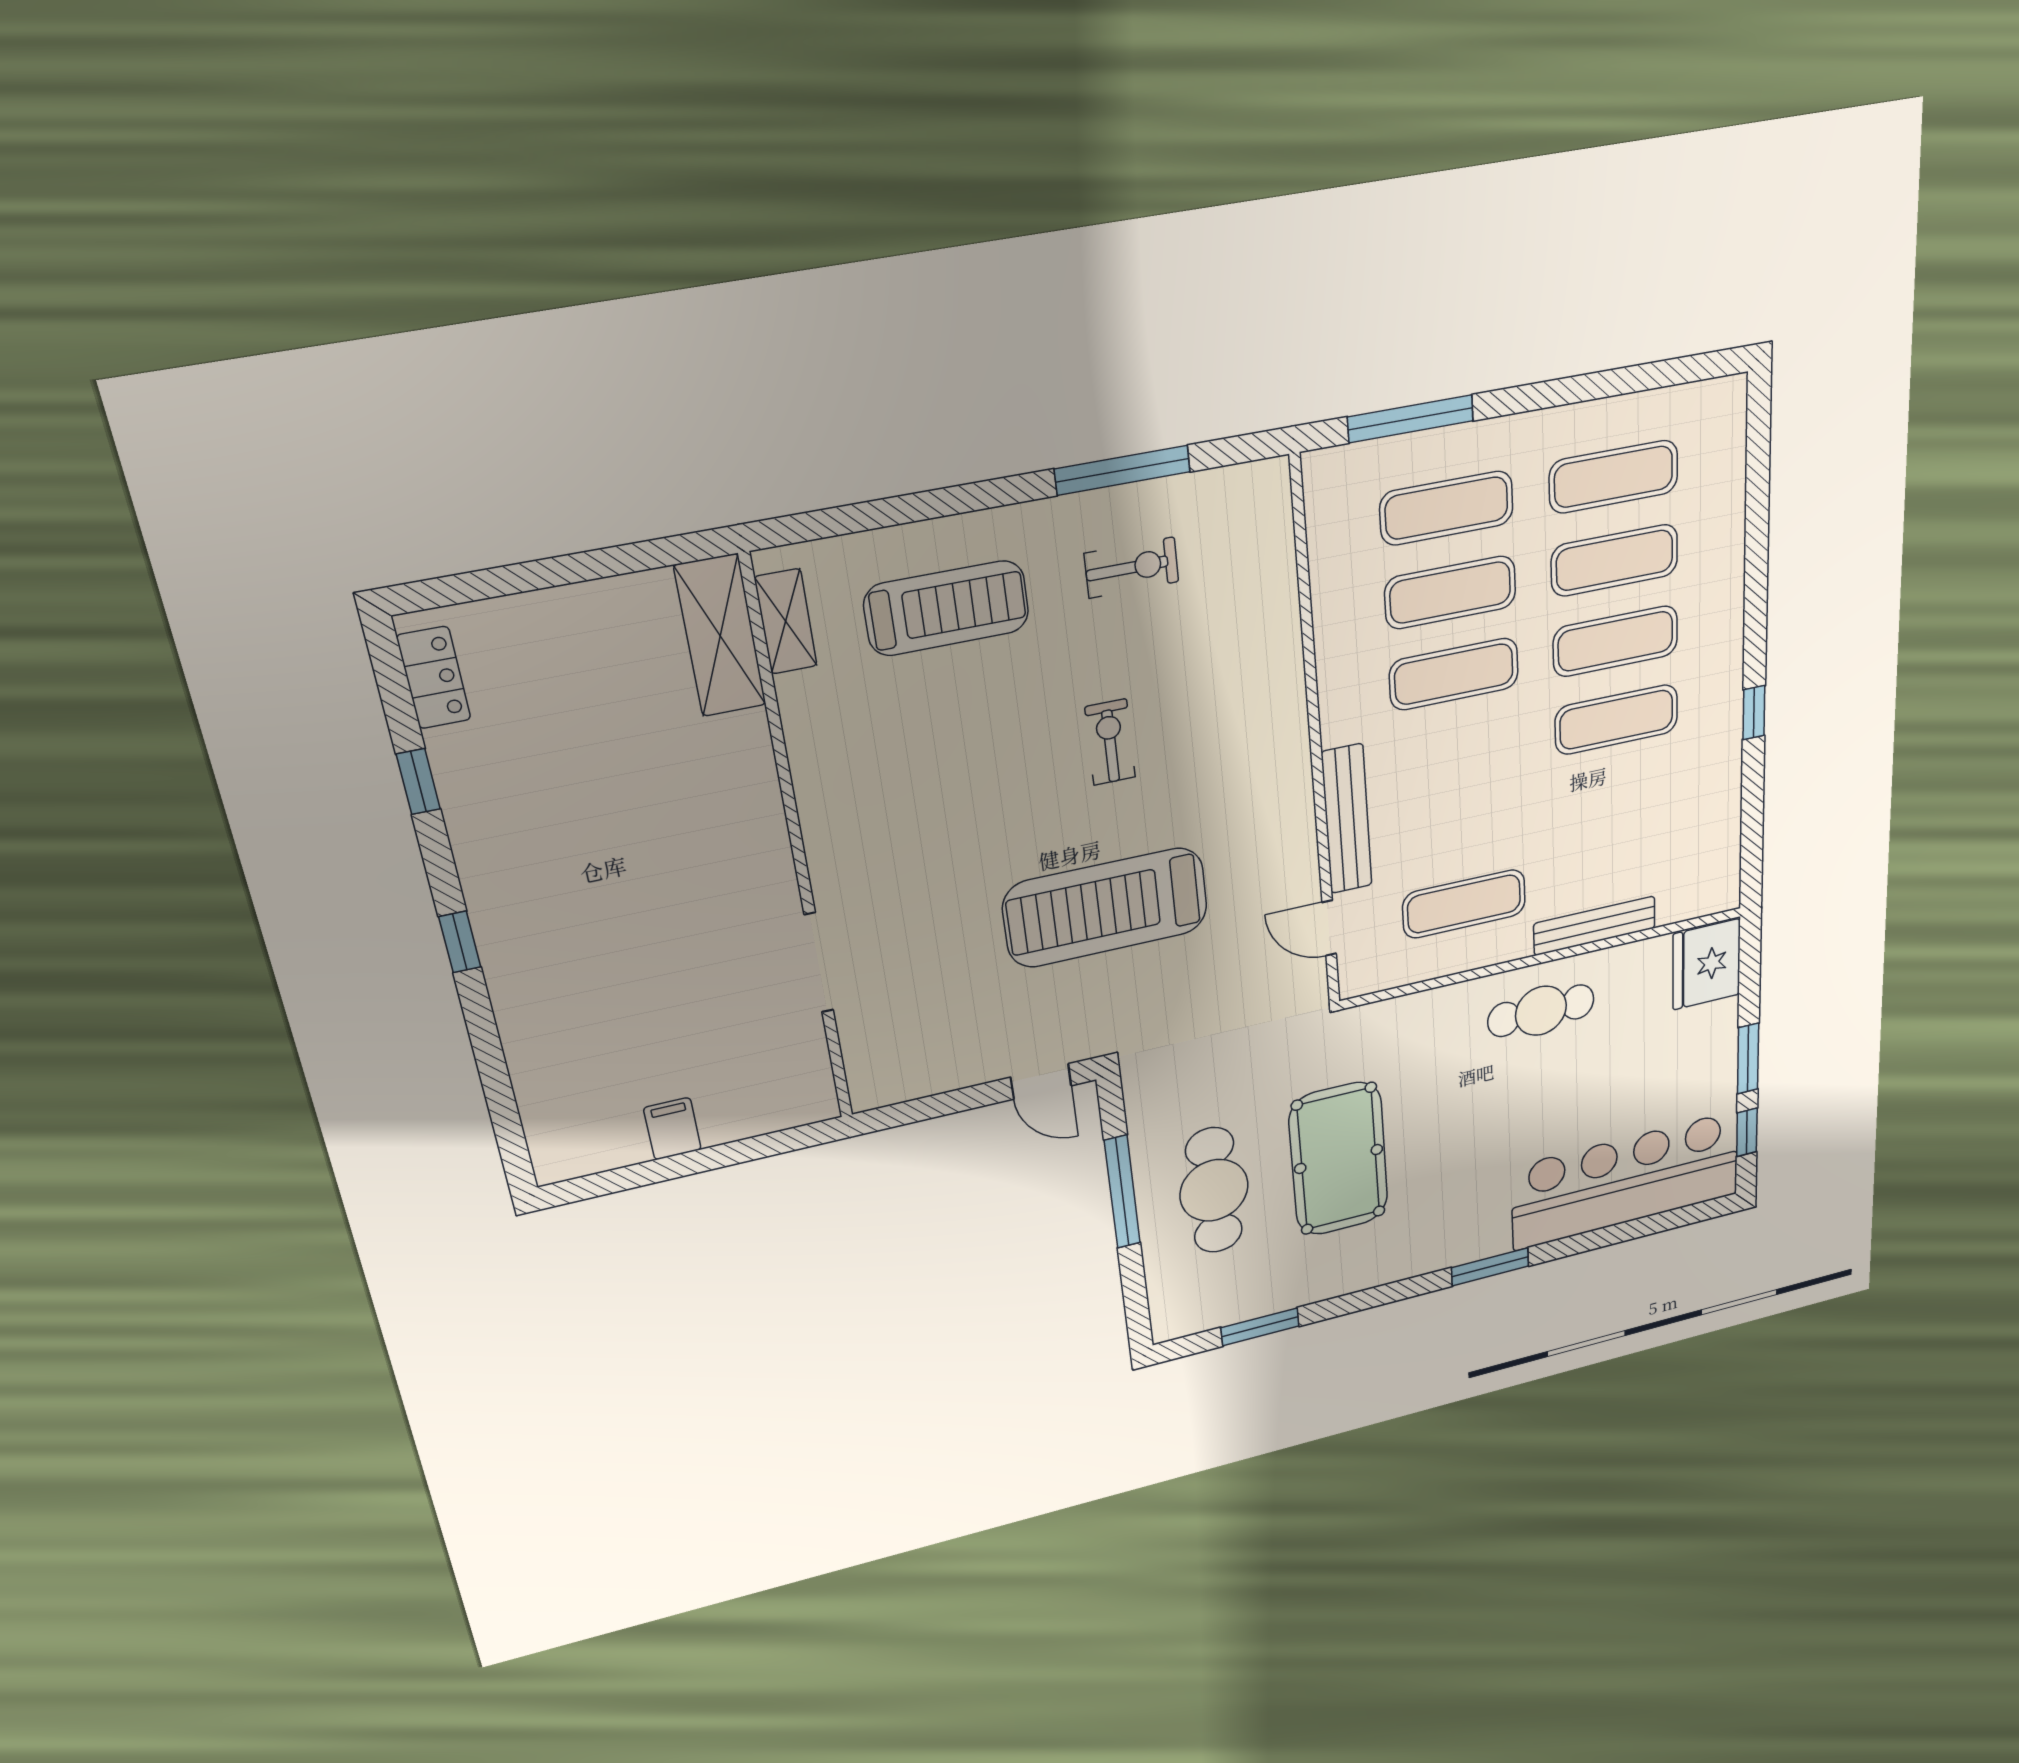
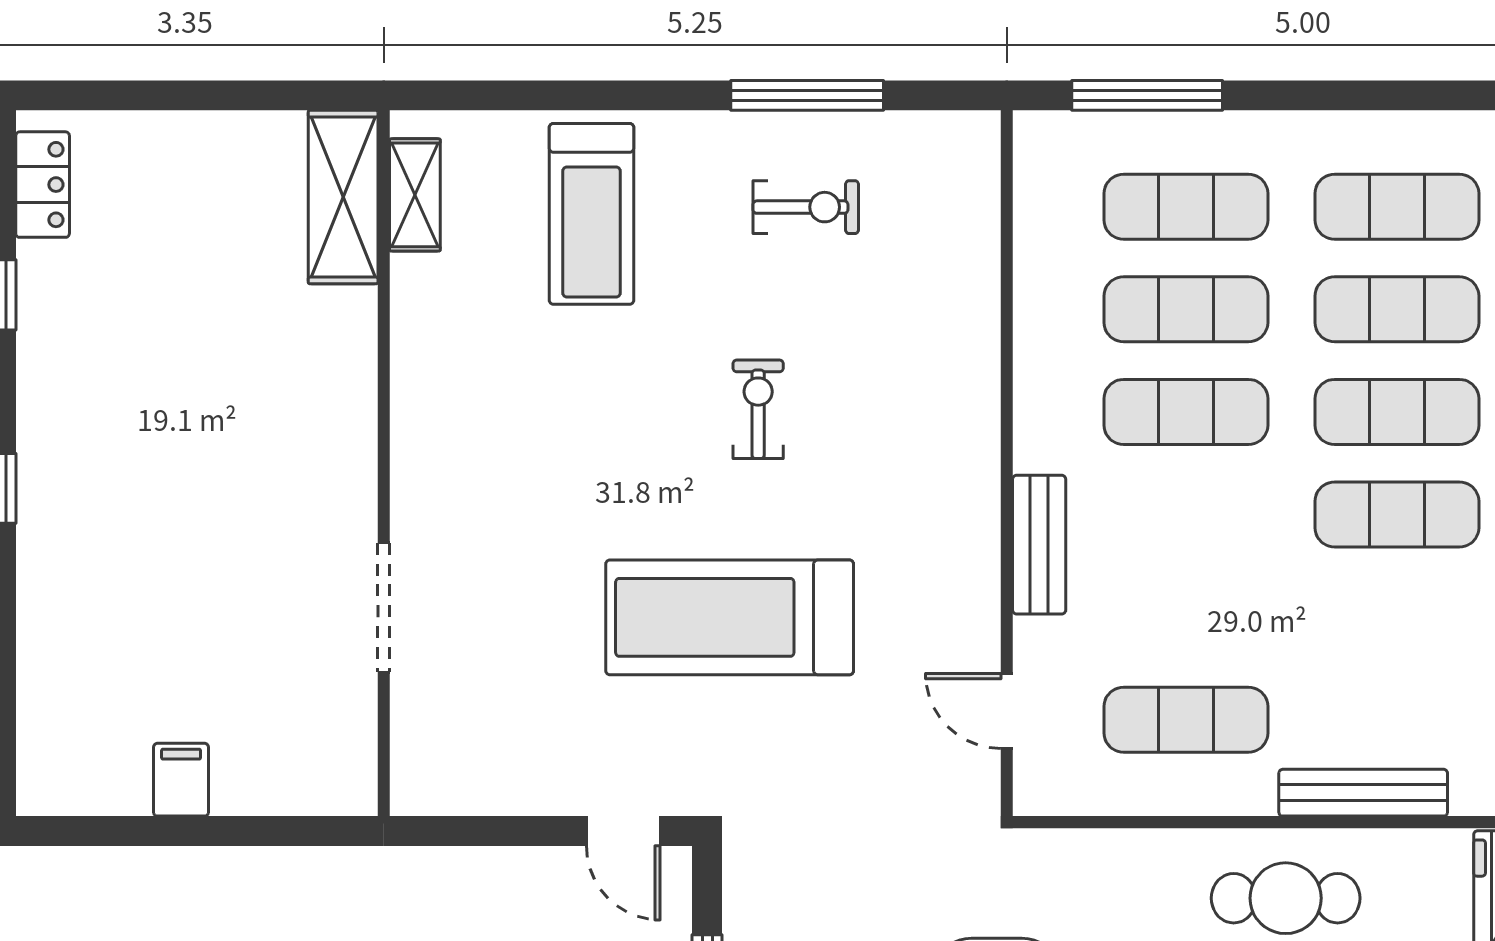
treadmill: (947, 608) -> (592, 214), turned 90
bench: (1347, 819) -> (1039, 545), width x0.73

